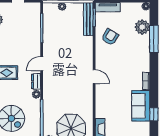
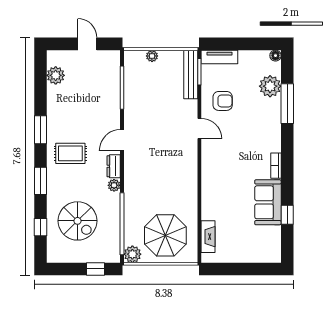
armchair: (110, 37) -> (223, 101), turned 58
door: (94, 77) -> (199, 129), moved

